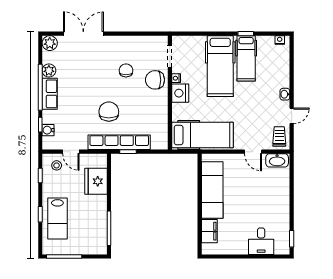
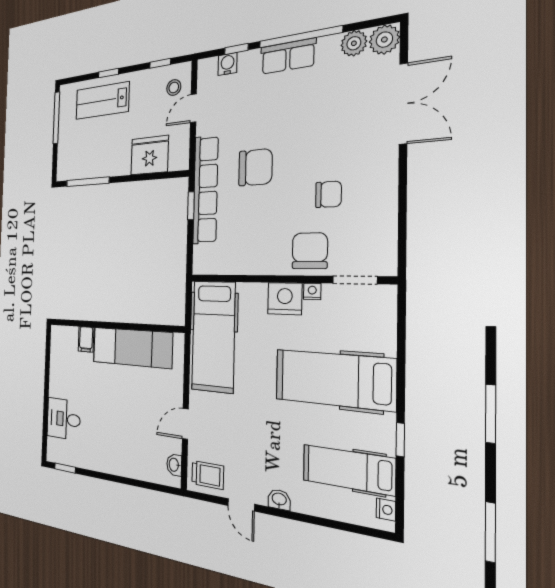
hospital bed: (246, 58) -> (348, 470), moved
plant: (49, 71) -> (354, 43), moved
washbasin: (277, 160) -> (174, 465), width x0.52, depth x0.69
filing cabinet: (209, 231) -> (86, 339), width x0.50

